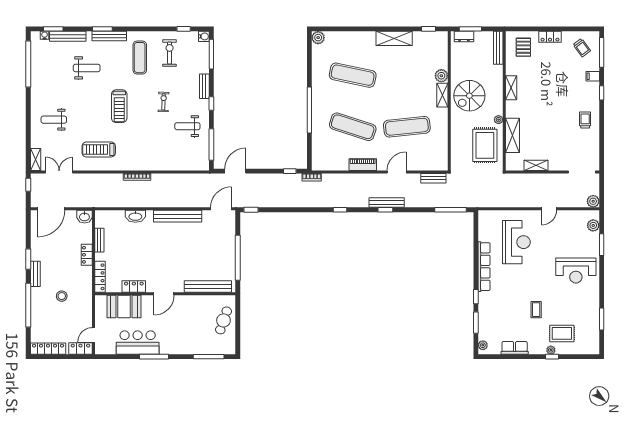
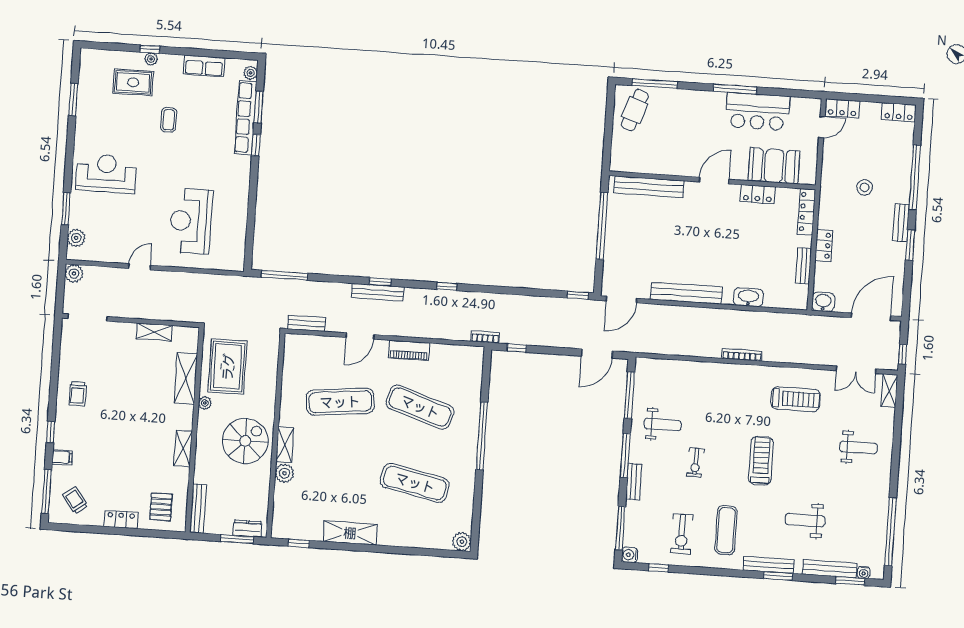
window: (211, 104) -> (625, 455), width x2.17
row of seats: (484, 267) -> (246, 118), moved
cafe table: (224, 320) -> (635, 110), moved
locker: (48, 349) -> (899, 112), width x0.66

